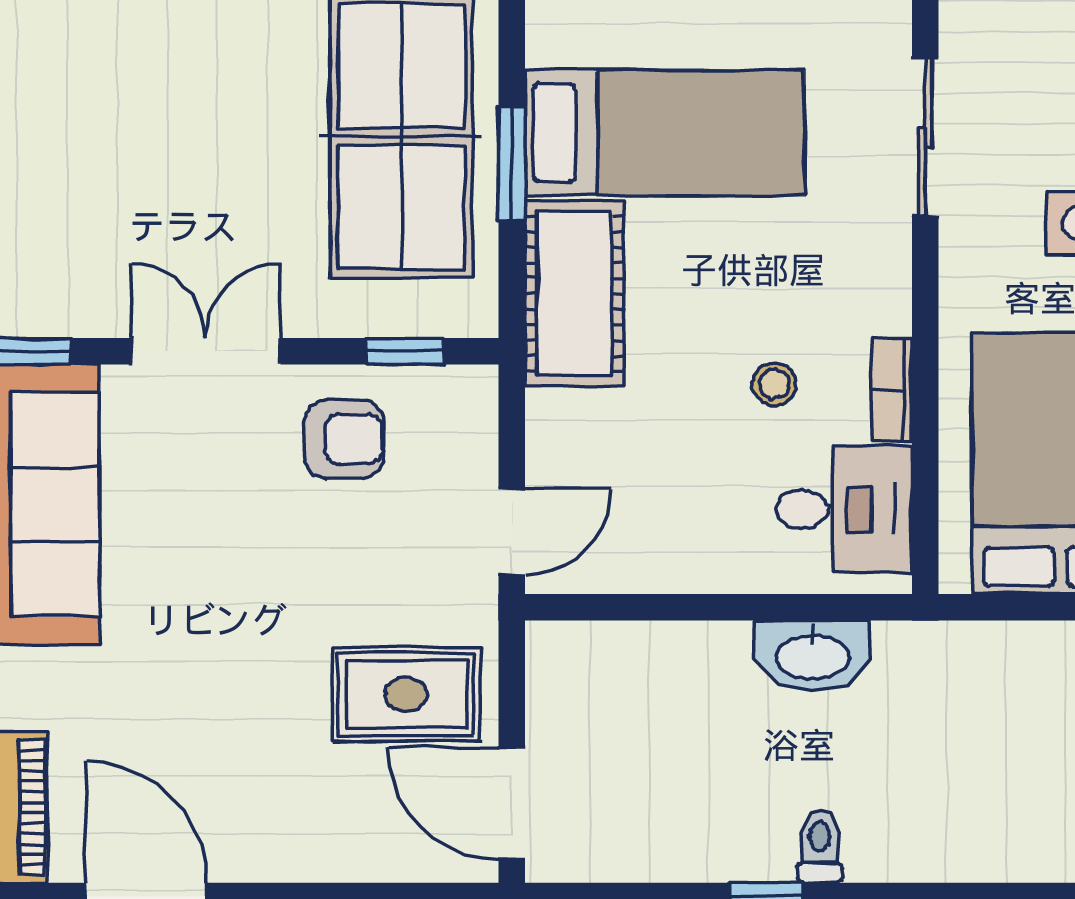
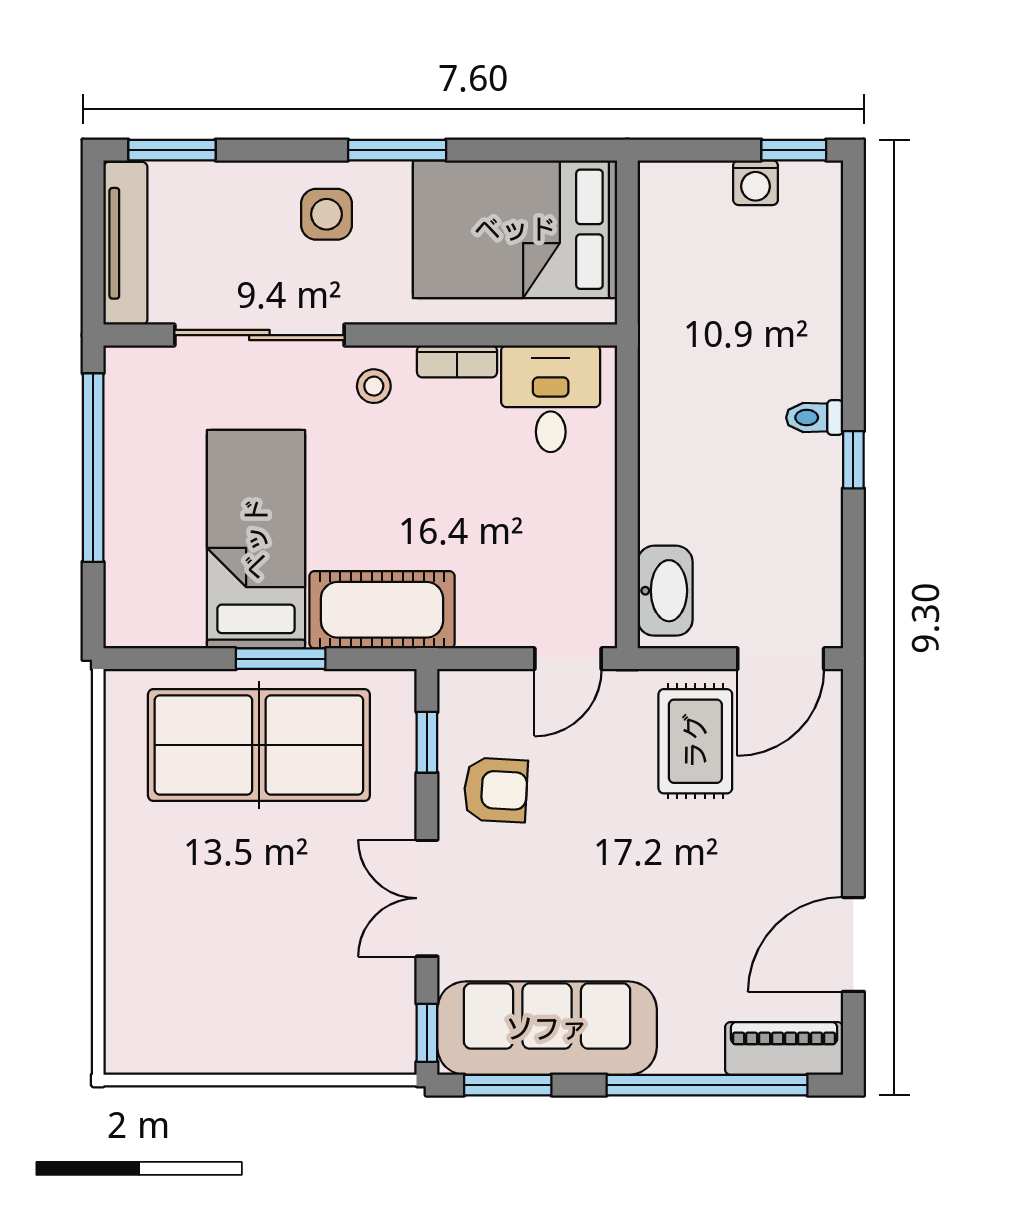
sliding door: (925, 137) -> (259, 335), width x1.37
stool: (774, 384) -> (374, 386), moved
armchair: (344, 439) -> (496, 790), turned 93
door: (512, 532) -> (568, 659), swing flipped
washbasin: (813, 656) -> (665, 591), moved

